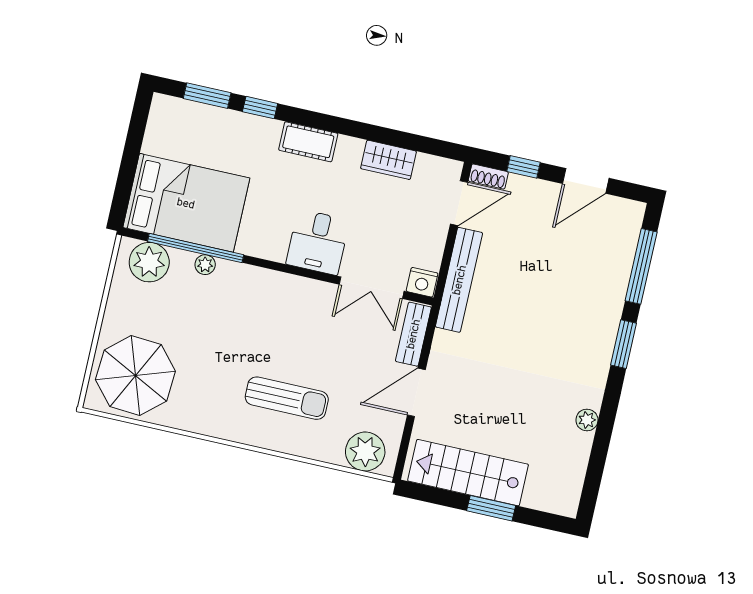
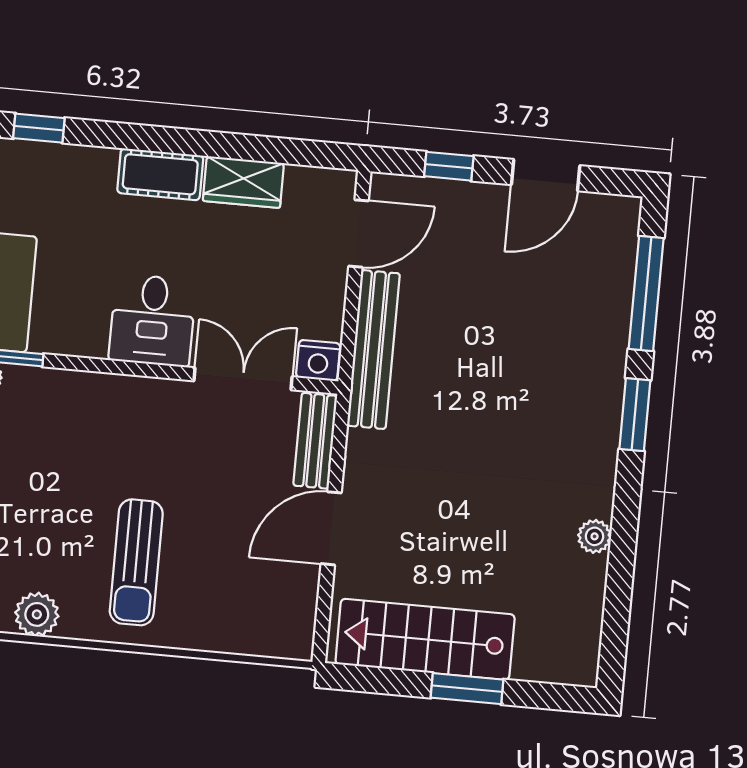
cot: (308, 142) -> (160, 174), moved
shoe rack: (488, 176) -> (397, 188), removed
double door: (372, 288) -> (243, 379), swing flipped
sun lounger: (287, 398) -> (136, 562), turned 90
plant: (365, 451) -> (37, 614), moved, width x0.73, depth x0.73

